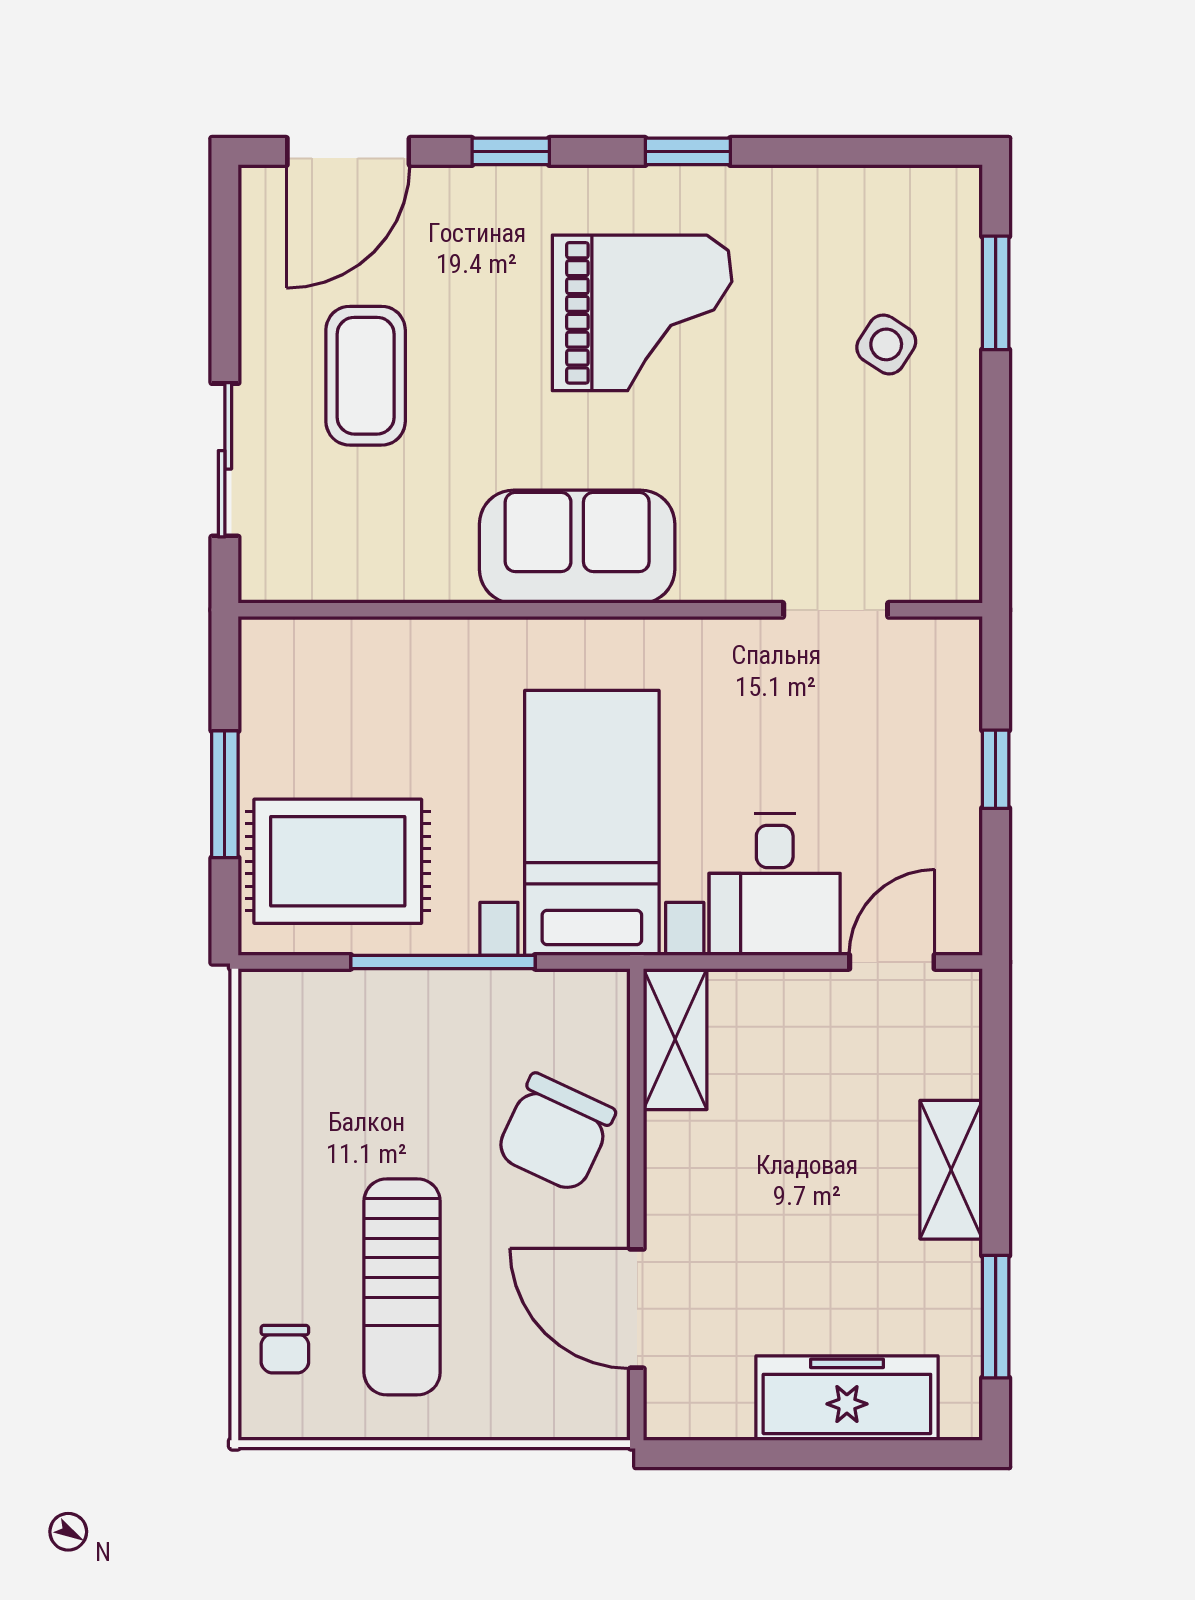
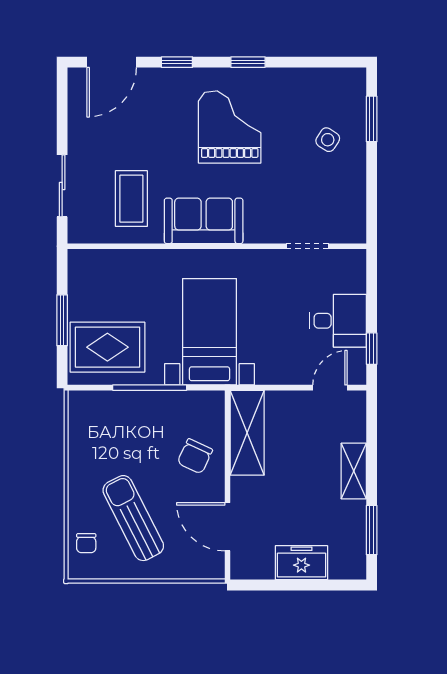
grand piano: (642, 313) -> (230, 127), turned -90
coffee table: (366, 376) -> (131, 199), moved
window: (996, 769) -> (372, 349), moved
desk: (775, 885) -> (338, 321), moved, turned -90
shelving: (675, 1039) -> (247, 433), width x1.50, depth x1.33
chair: (555, 1133) -> (195, 456), width x0.73, depth x0.73
sun lounger: (402, 1287) -> (133, 518), turned 153
freezer: (847, 1398) -> (301, 563), width x0.71

